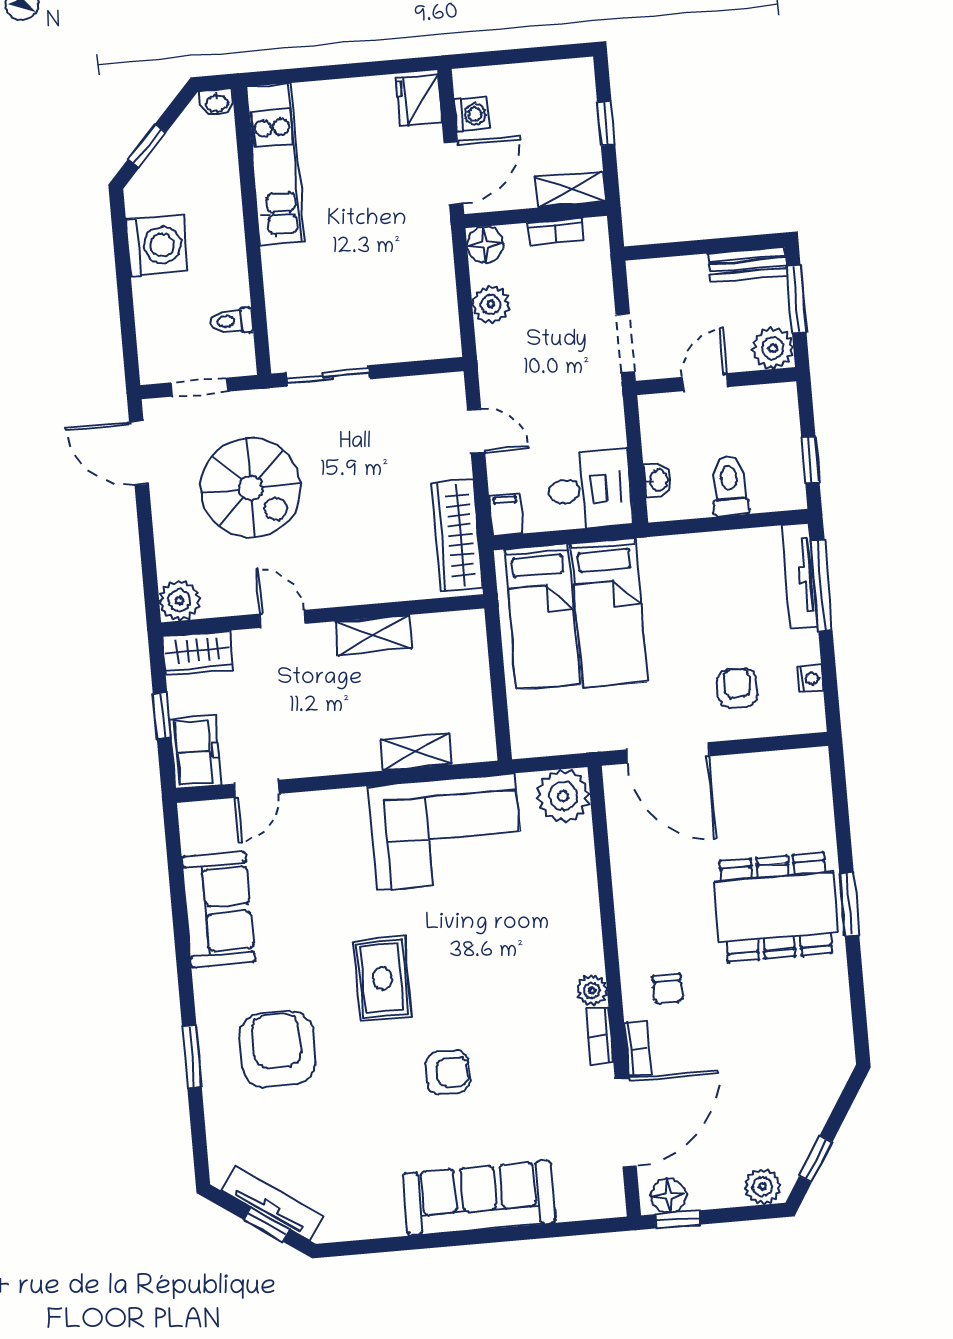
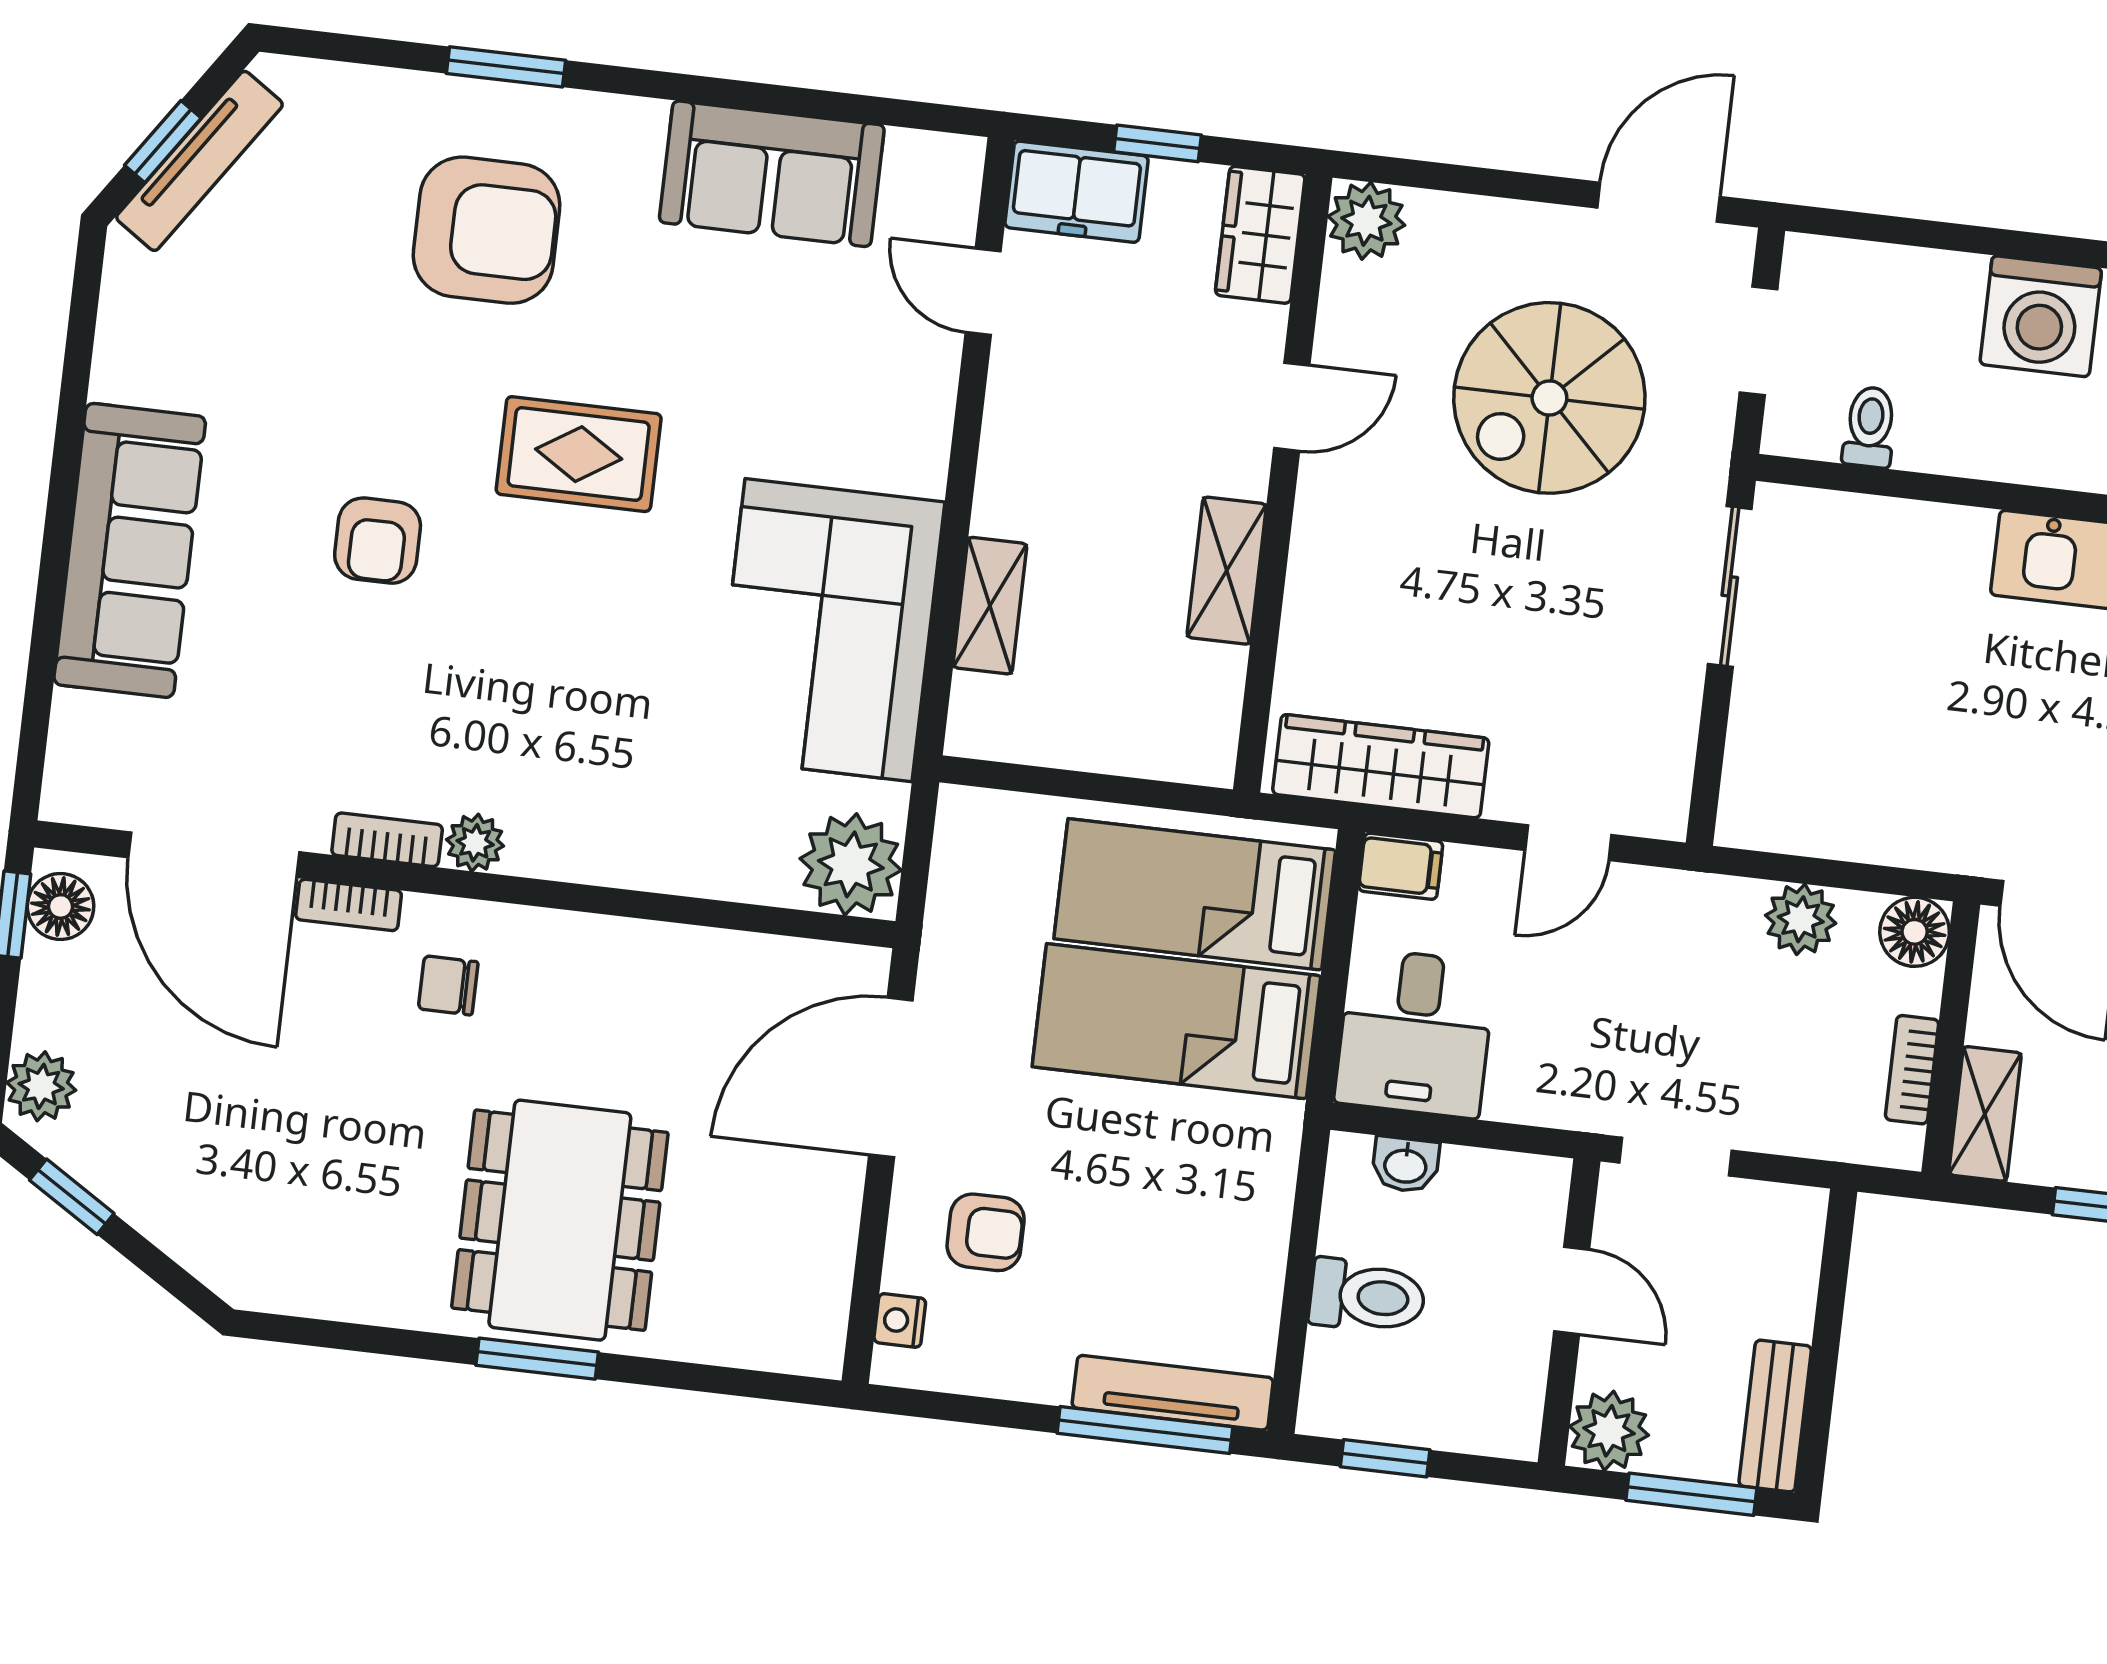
nightstand: (810, 678) -> (900, 1320), moved, turned 90

